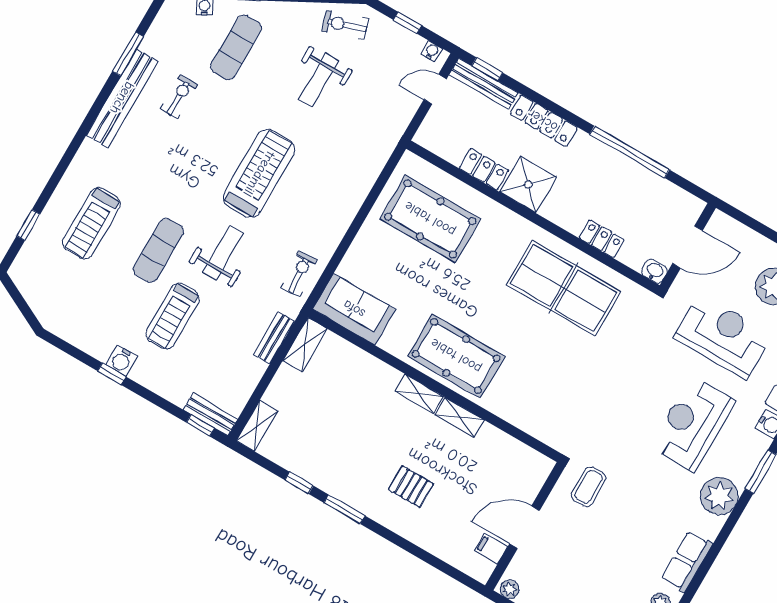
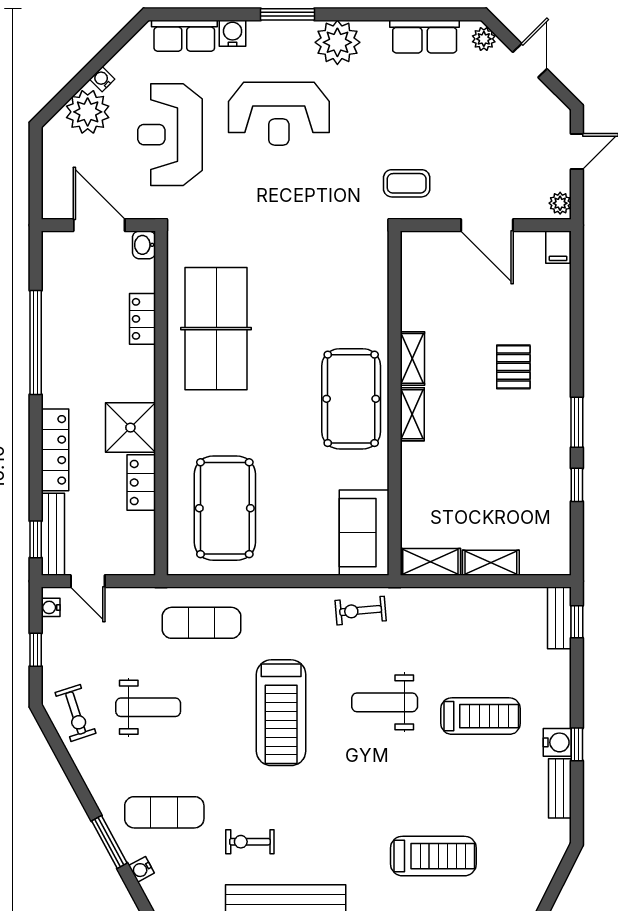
treadmill: (259, 174) -> (281, 713), turned -90
exercise mat: (158, 250) -> (202, 623), moved
bench: (274, 338) -> (560, 788), moved, turned 90
shelving: (257, 426) -> (491, 563), moved
filing cabinet: (491, 549) -> (558, 247), moved

